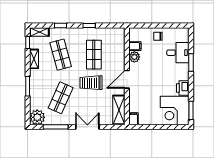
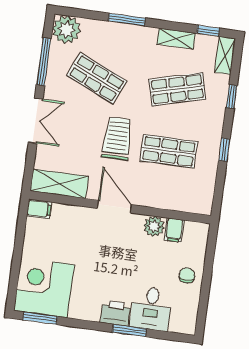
printer: (183, 88) -> (115, 313), moved

